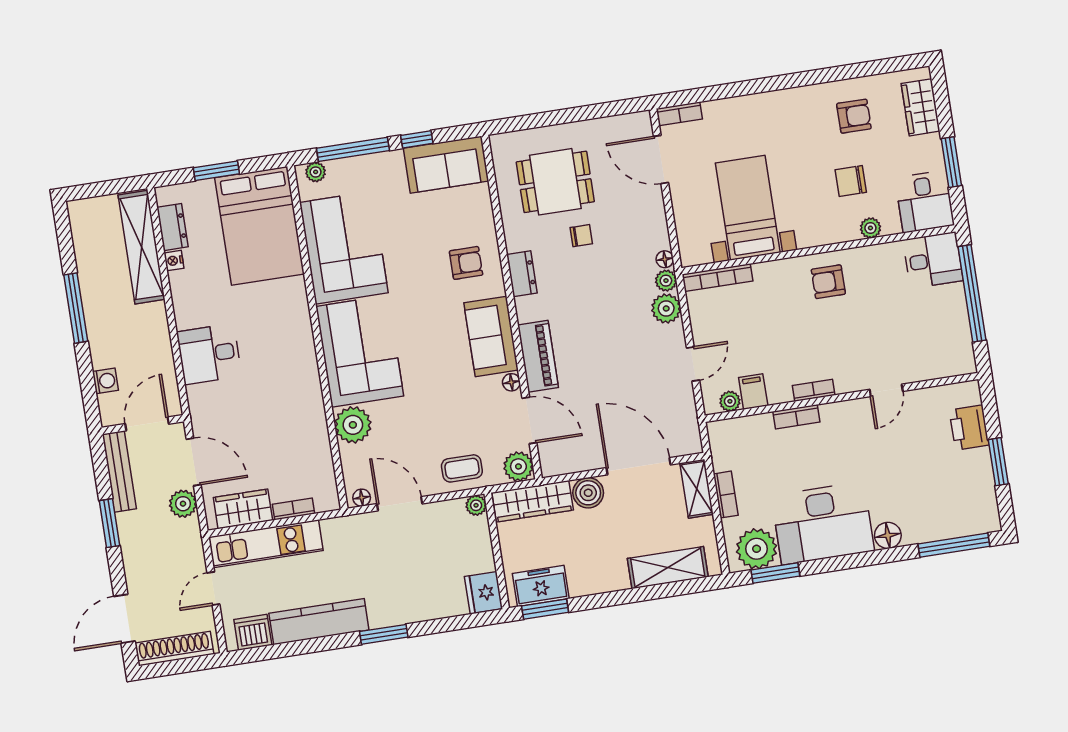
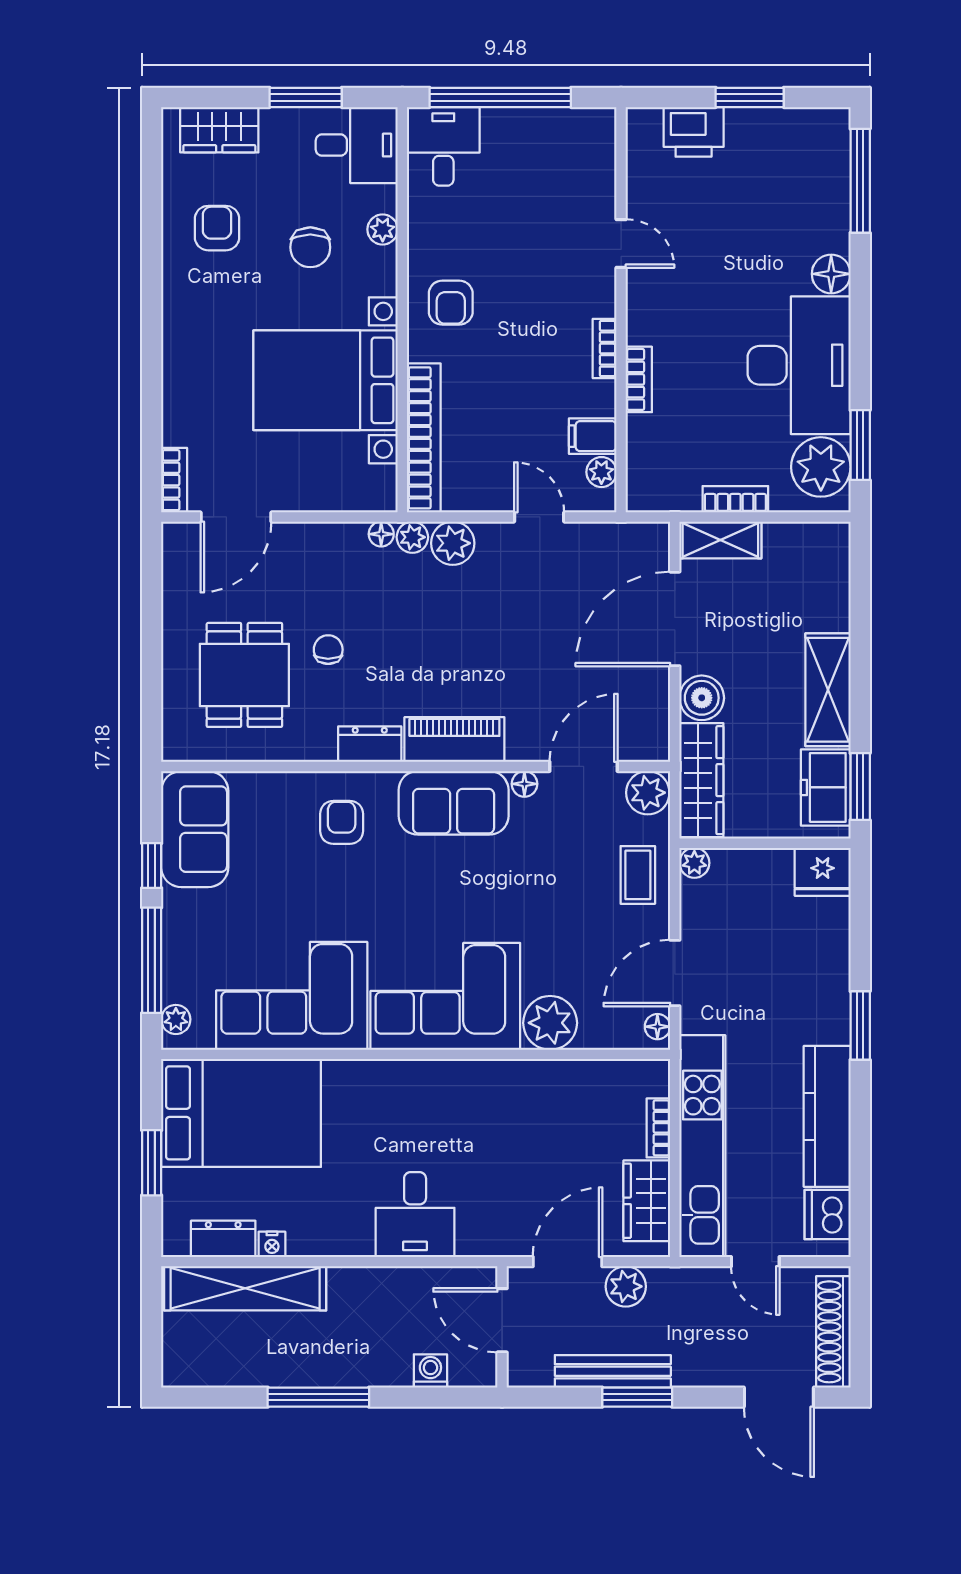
bed with nightstands: (748, 208) -> (325, 380), width x1.36
bookcase: (717, 278) -> (424, 438), width x1.48, depth x1.31
piano: (538, 356) -> (454, 740), moved
bench: (119, 471) -> (613, 1371), moved
kitchen unit: (266, 544) -> (702, 1146), width x1.36
shelving: (668, 568) -> (828, 690), moved

